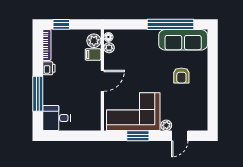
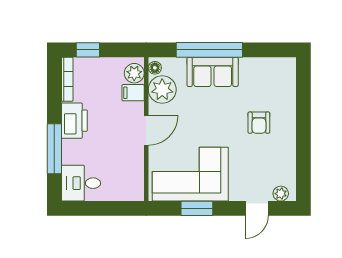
window: (171, 24) -> (209, 50), moved
sofa: (183, 40) -> (213, 72), moved, width x0.73
plant: (109, 48) -> (162, 90), width x1.87, depth x1.87
printer: (49, 68) -> (74, 121), width x1.87, depth x1.48
plant: (166, 125) -> (281, 194), moved

